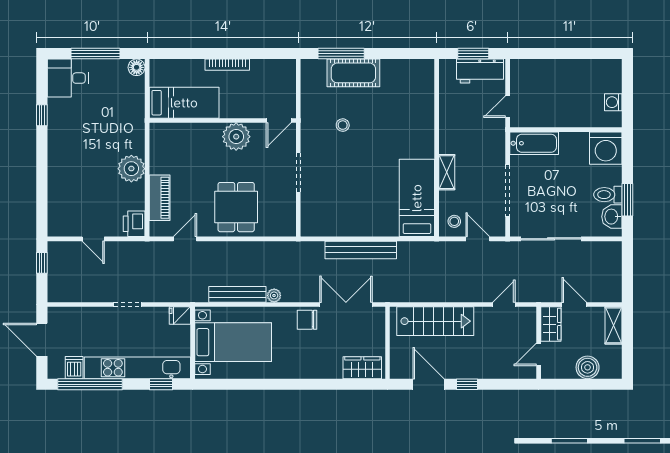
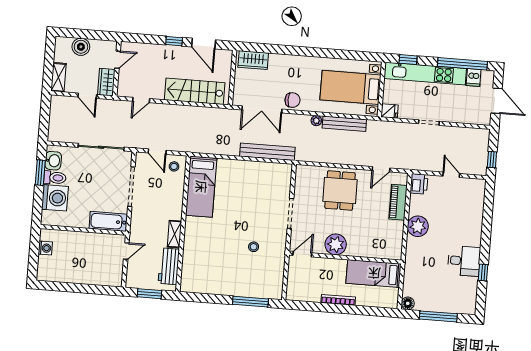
workbench: (480, 71) -> (169, 266), moved, turned -90
cot: (353, 73) -> (242, 286), removed
desk: (68, 78) -> (464, 261), moved
washing machine: (606, 148) -> (55, 198), moved, turned 90
shelving: (447, 172) -> (174, 234), moved
bench: (361, 250) -> (267, 152), moved

